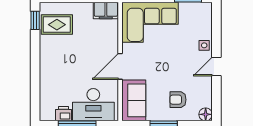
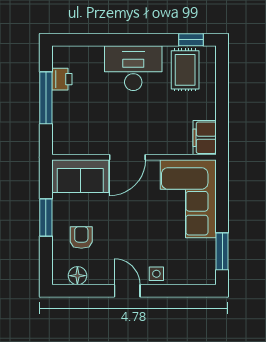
door: (120, 66) -> (127, 157), swing flipped
desk: (93, 105) -> (133, 68), moved, turned 90
floor lamp: (206, 114) -> (77, 276), moved

